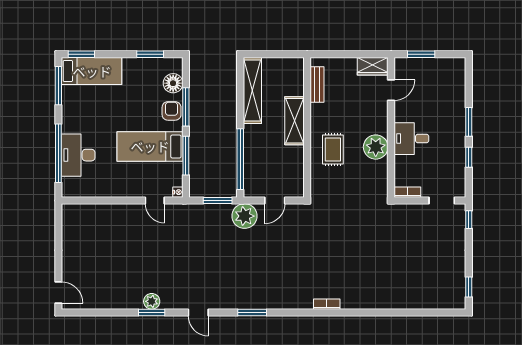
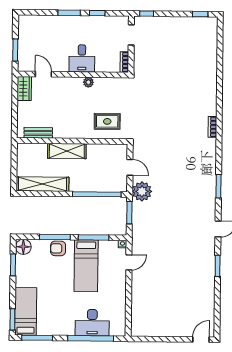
floor lamp: (173, 83) -> (23, 247), moved
plant: (376, 147) -> (88, 82), width x0.53, depth x0.53
rug: (333, 150) -> (107, 121), moved
plant: (152, 301) -> (209, 266), removed

